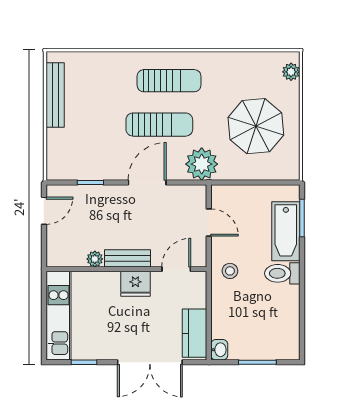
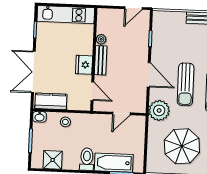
door: (44, 211) -> (133, 8), hinge flipped
stool: (230, 271) -> (65, 122), moved
shower: (286, 327) -> (53, 160), added

